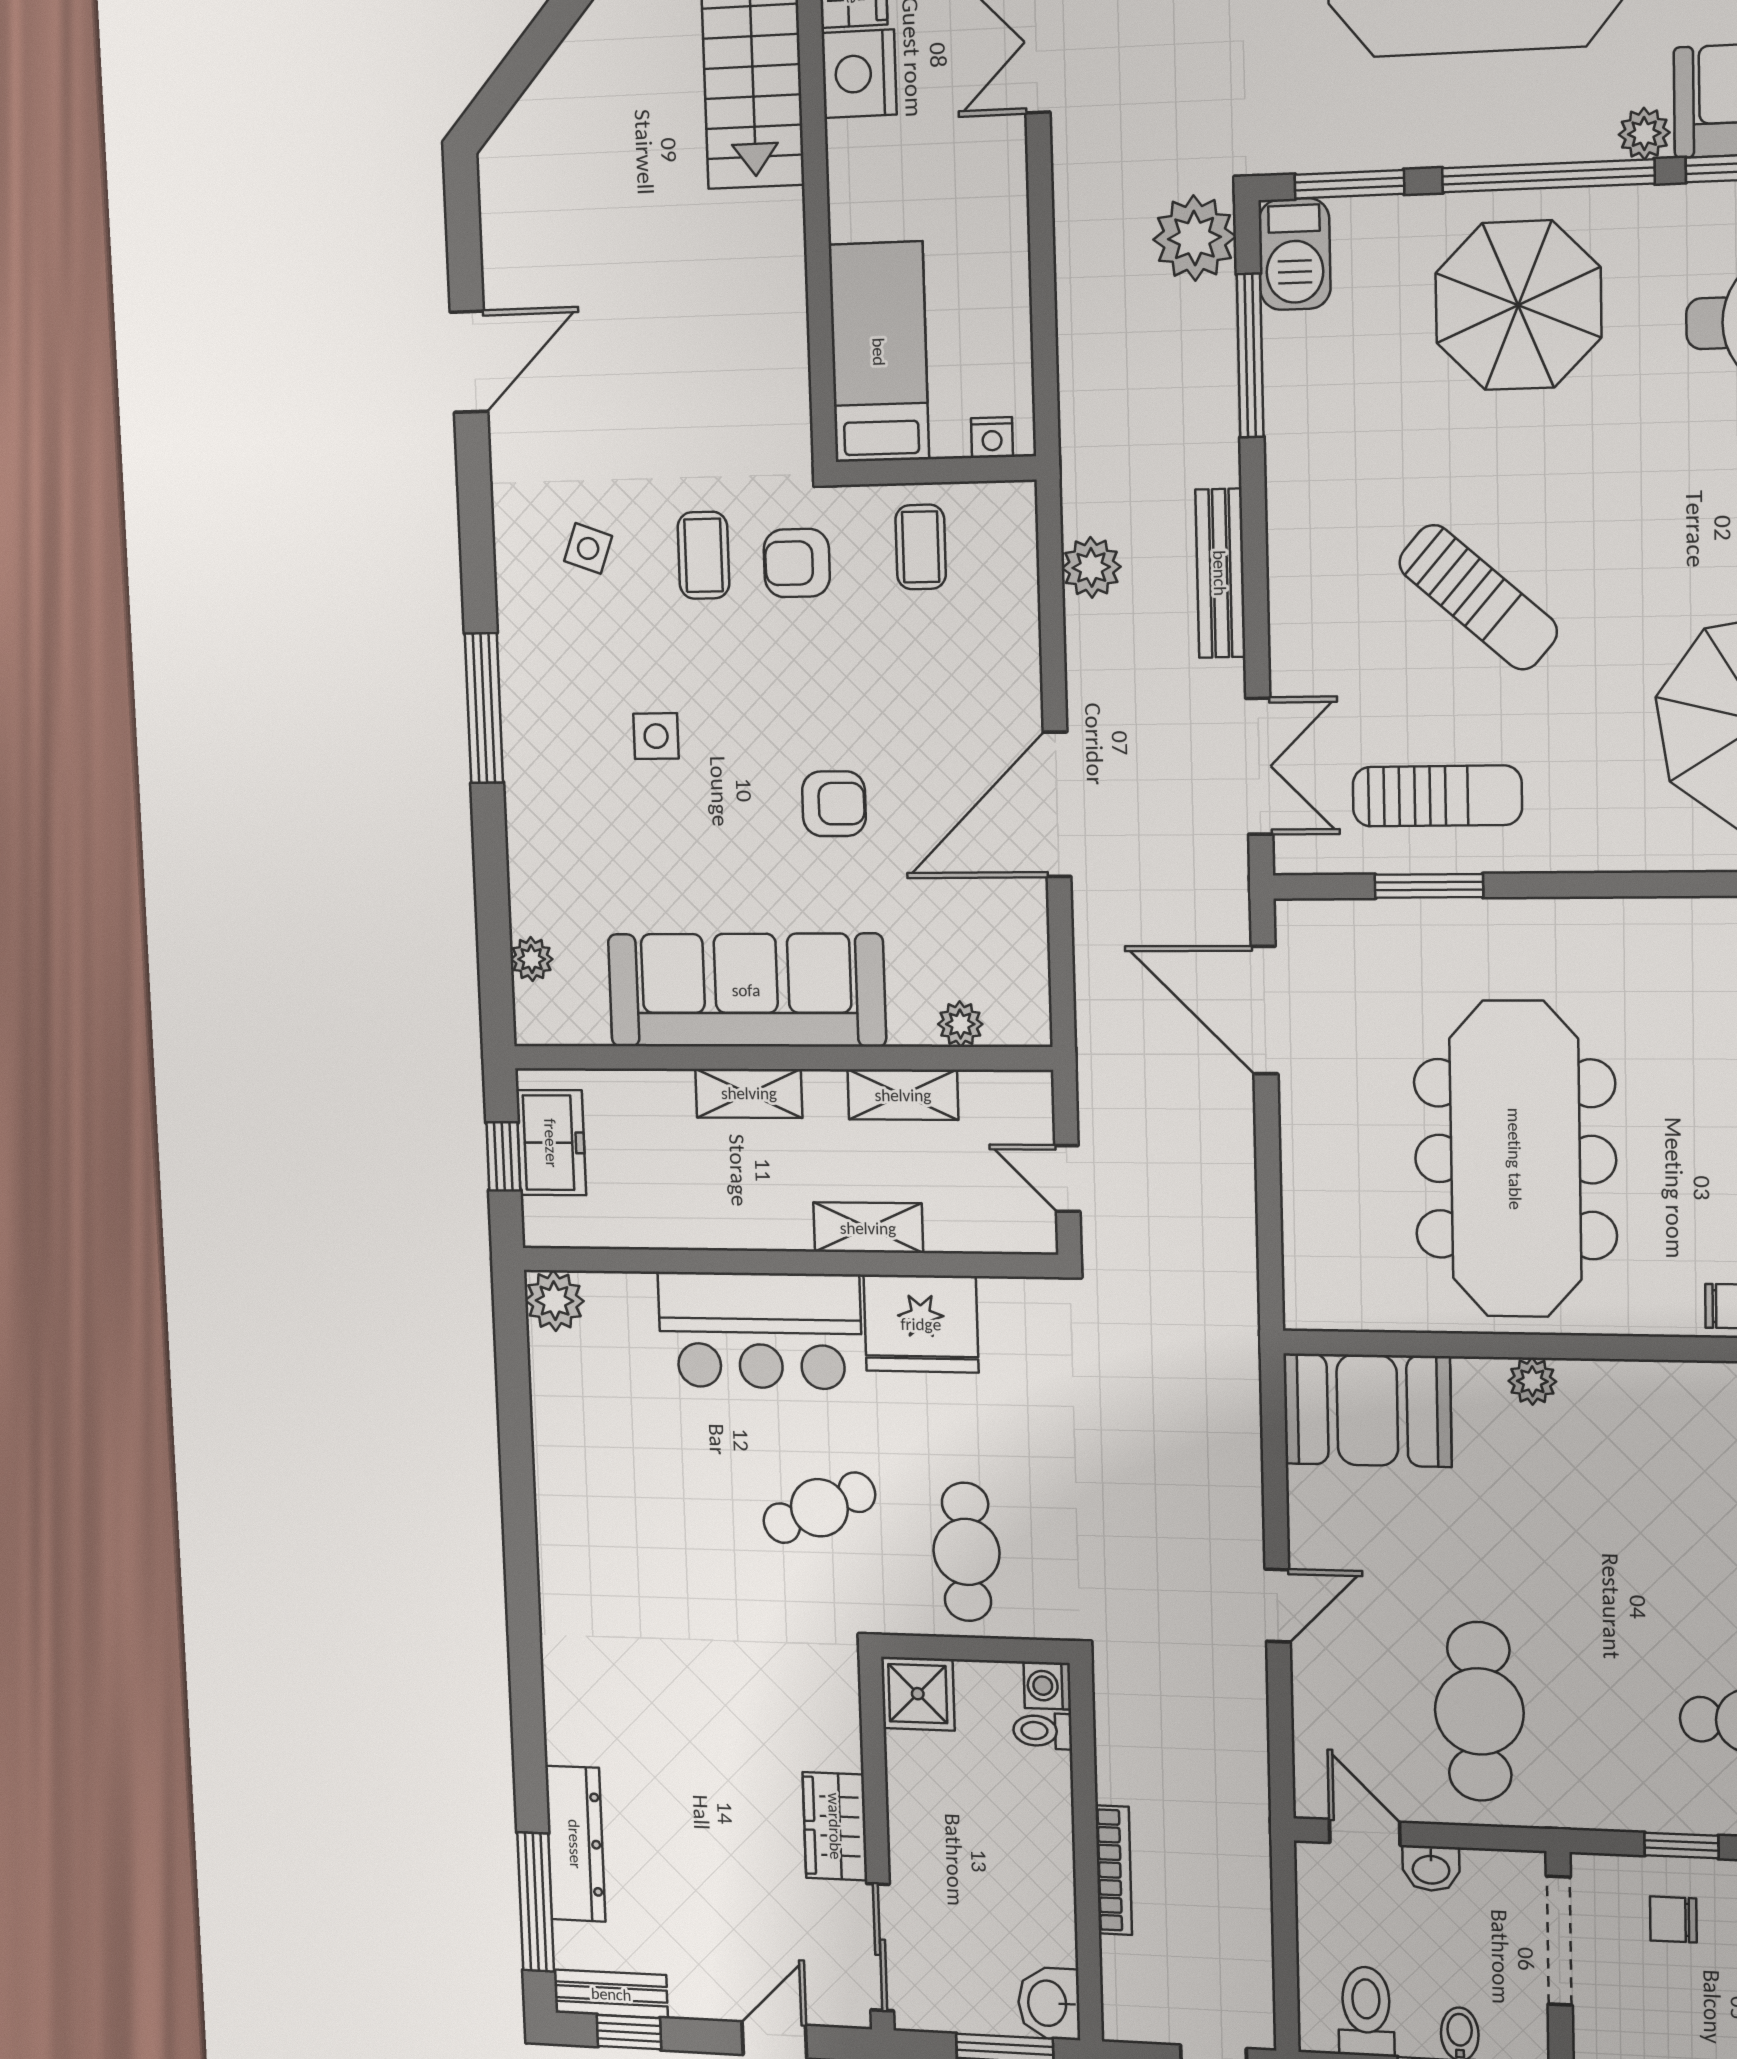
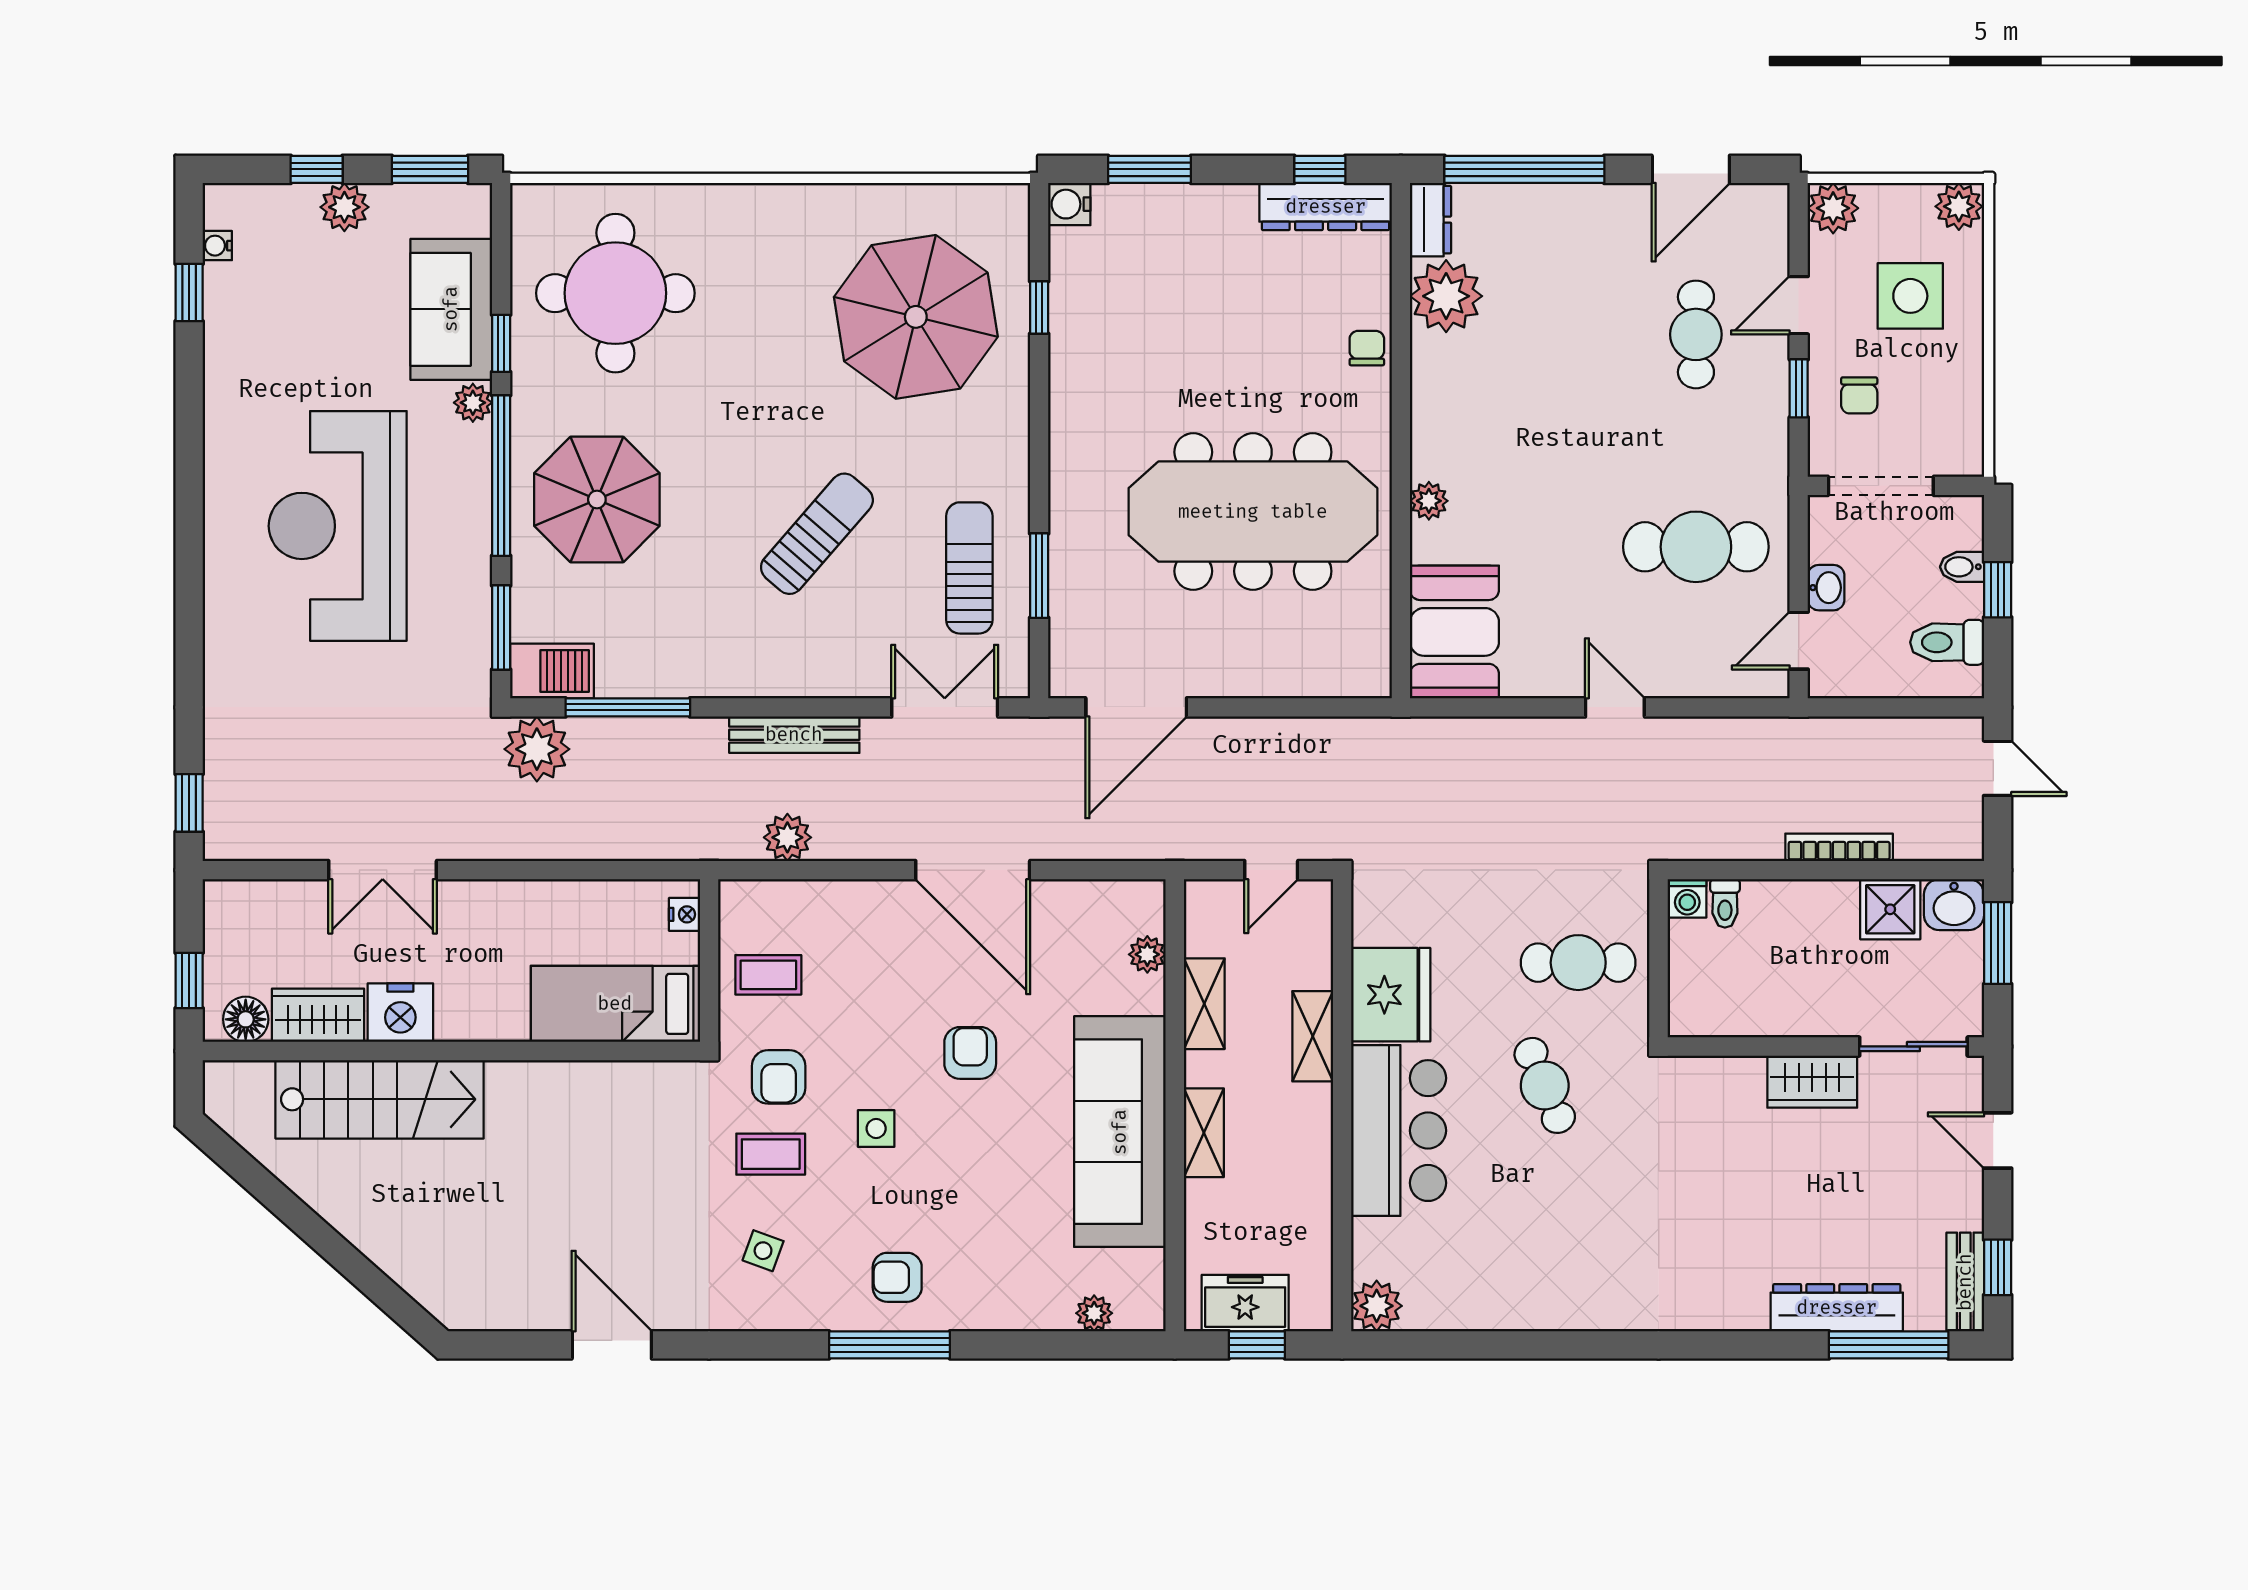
armchair: (563, 716) -> (897, 1277), added
side table: (656, 736) -> (876, 1128), moved
shower: (918, 1694) -> (1890, 909), moved

